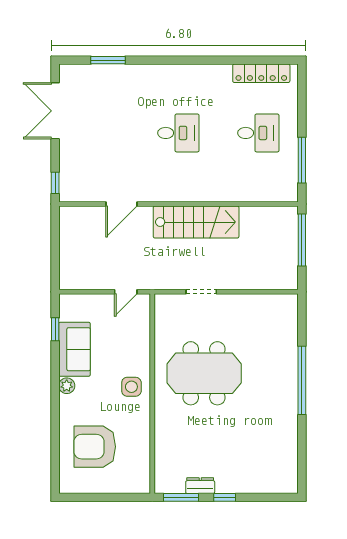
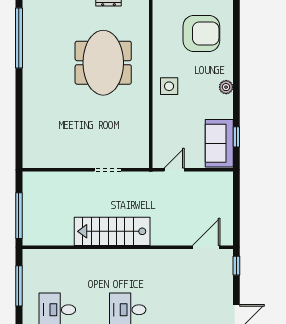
door: (121, 204) -> (206, 247), moved
sofa: (74, 349) -> (219, 143), moved
meeting table: (204, 373) -> (103, 63), moved, turned 90
window: (302, 380) -> (19, 38), moved

